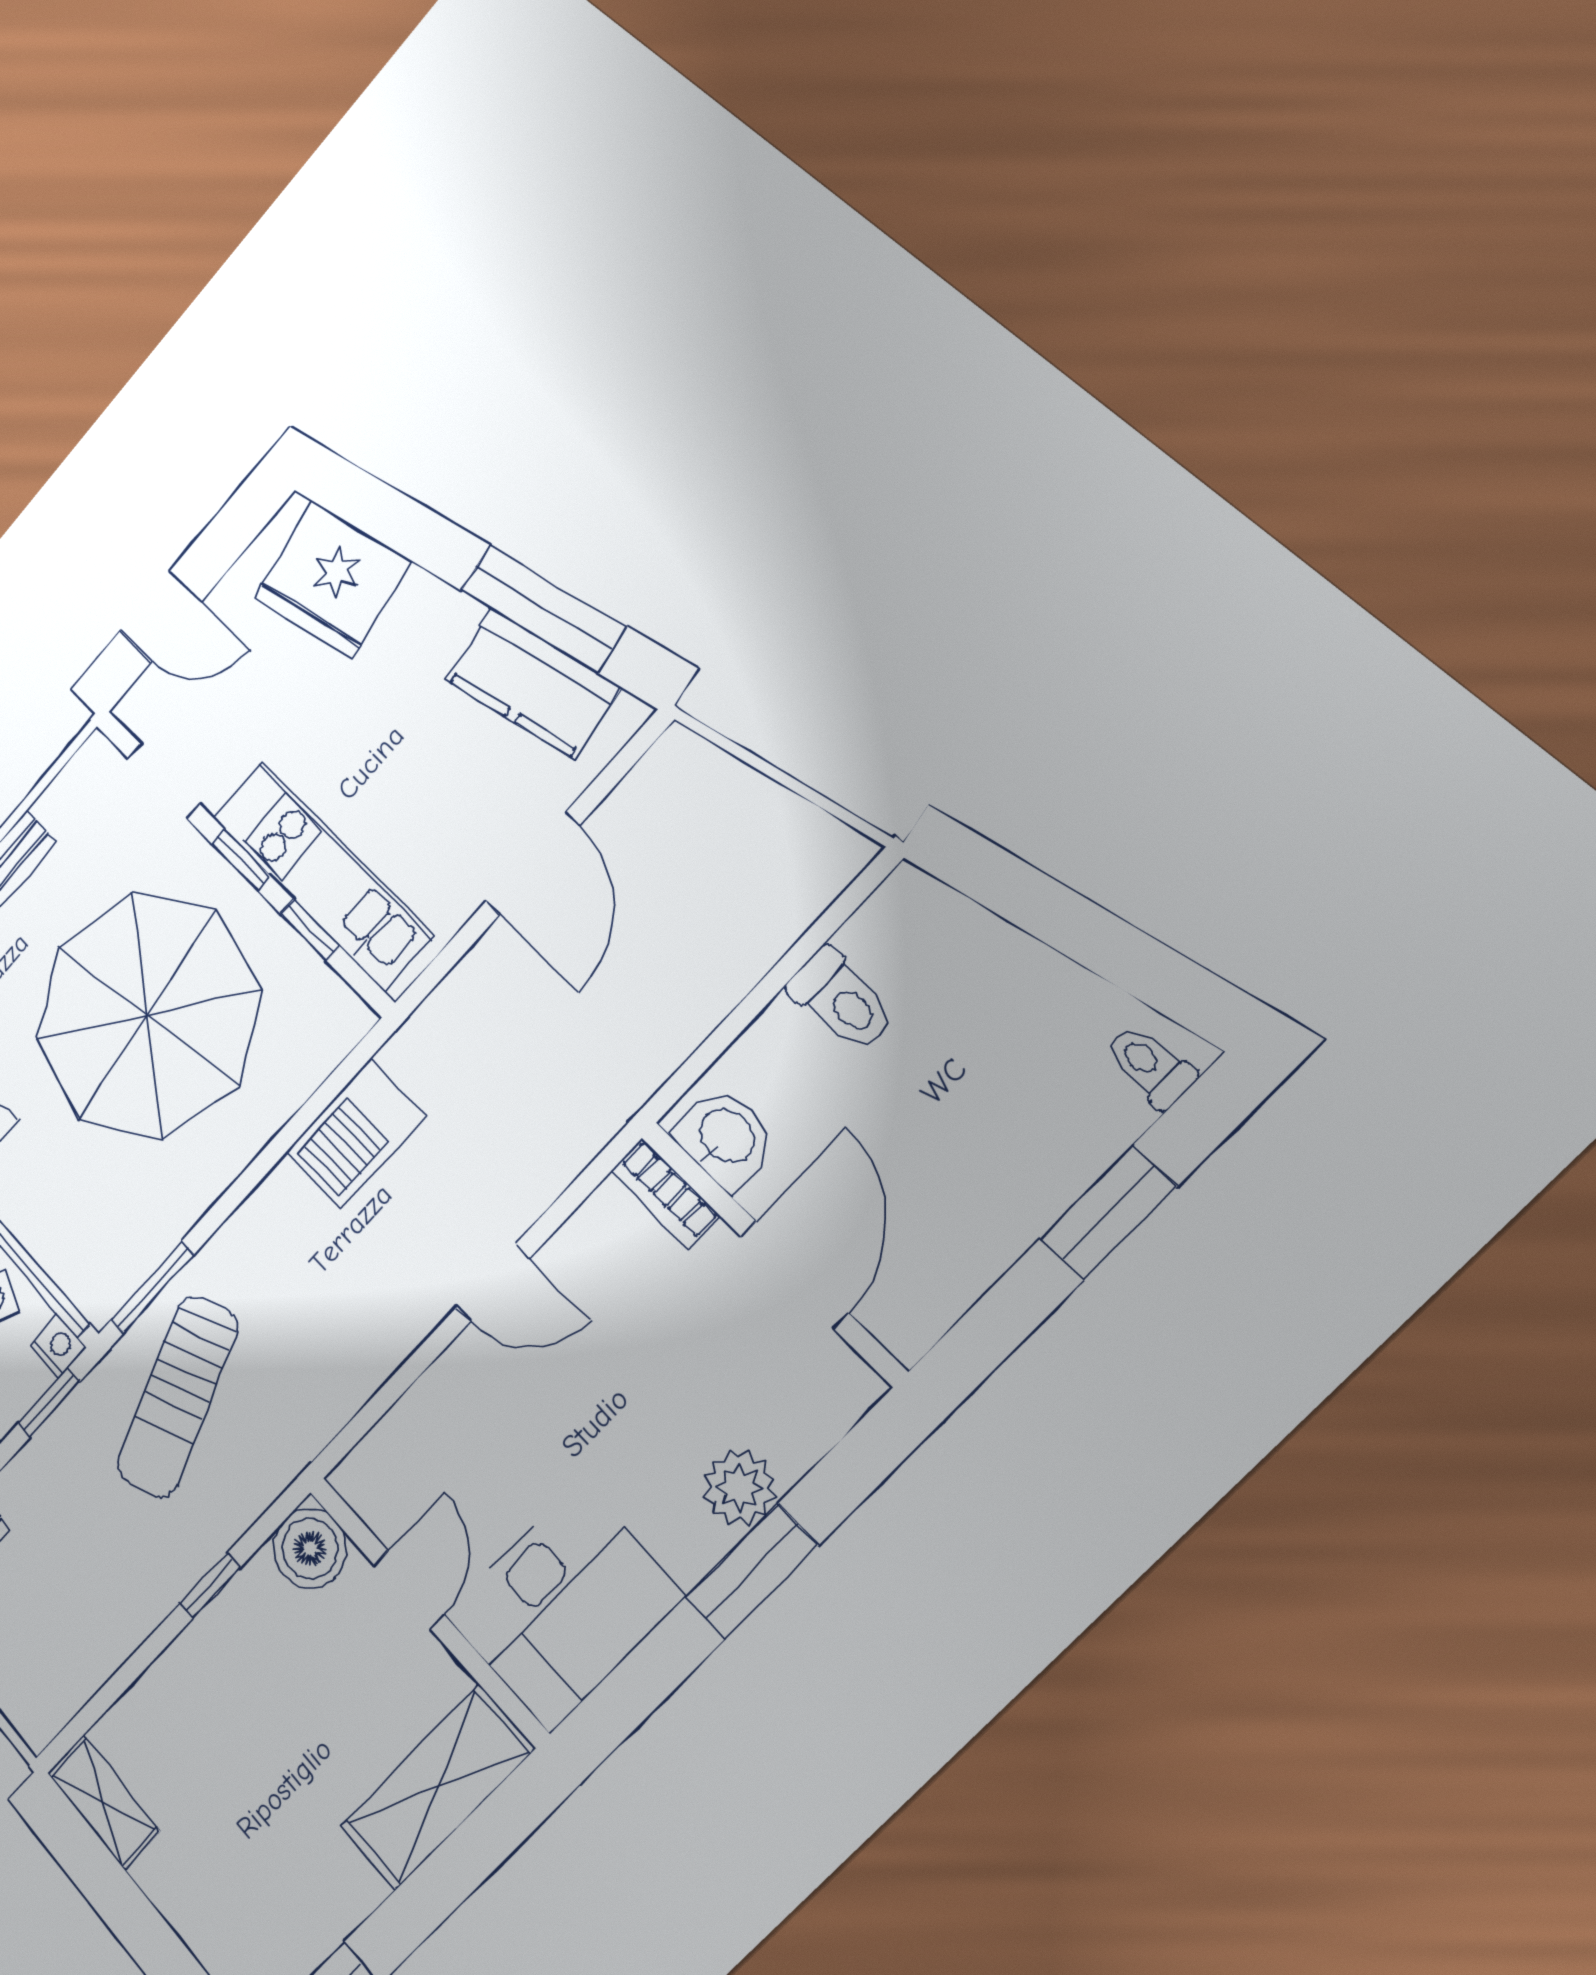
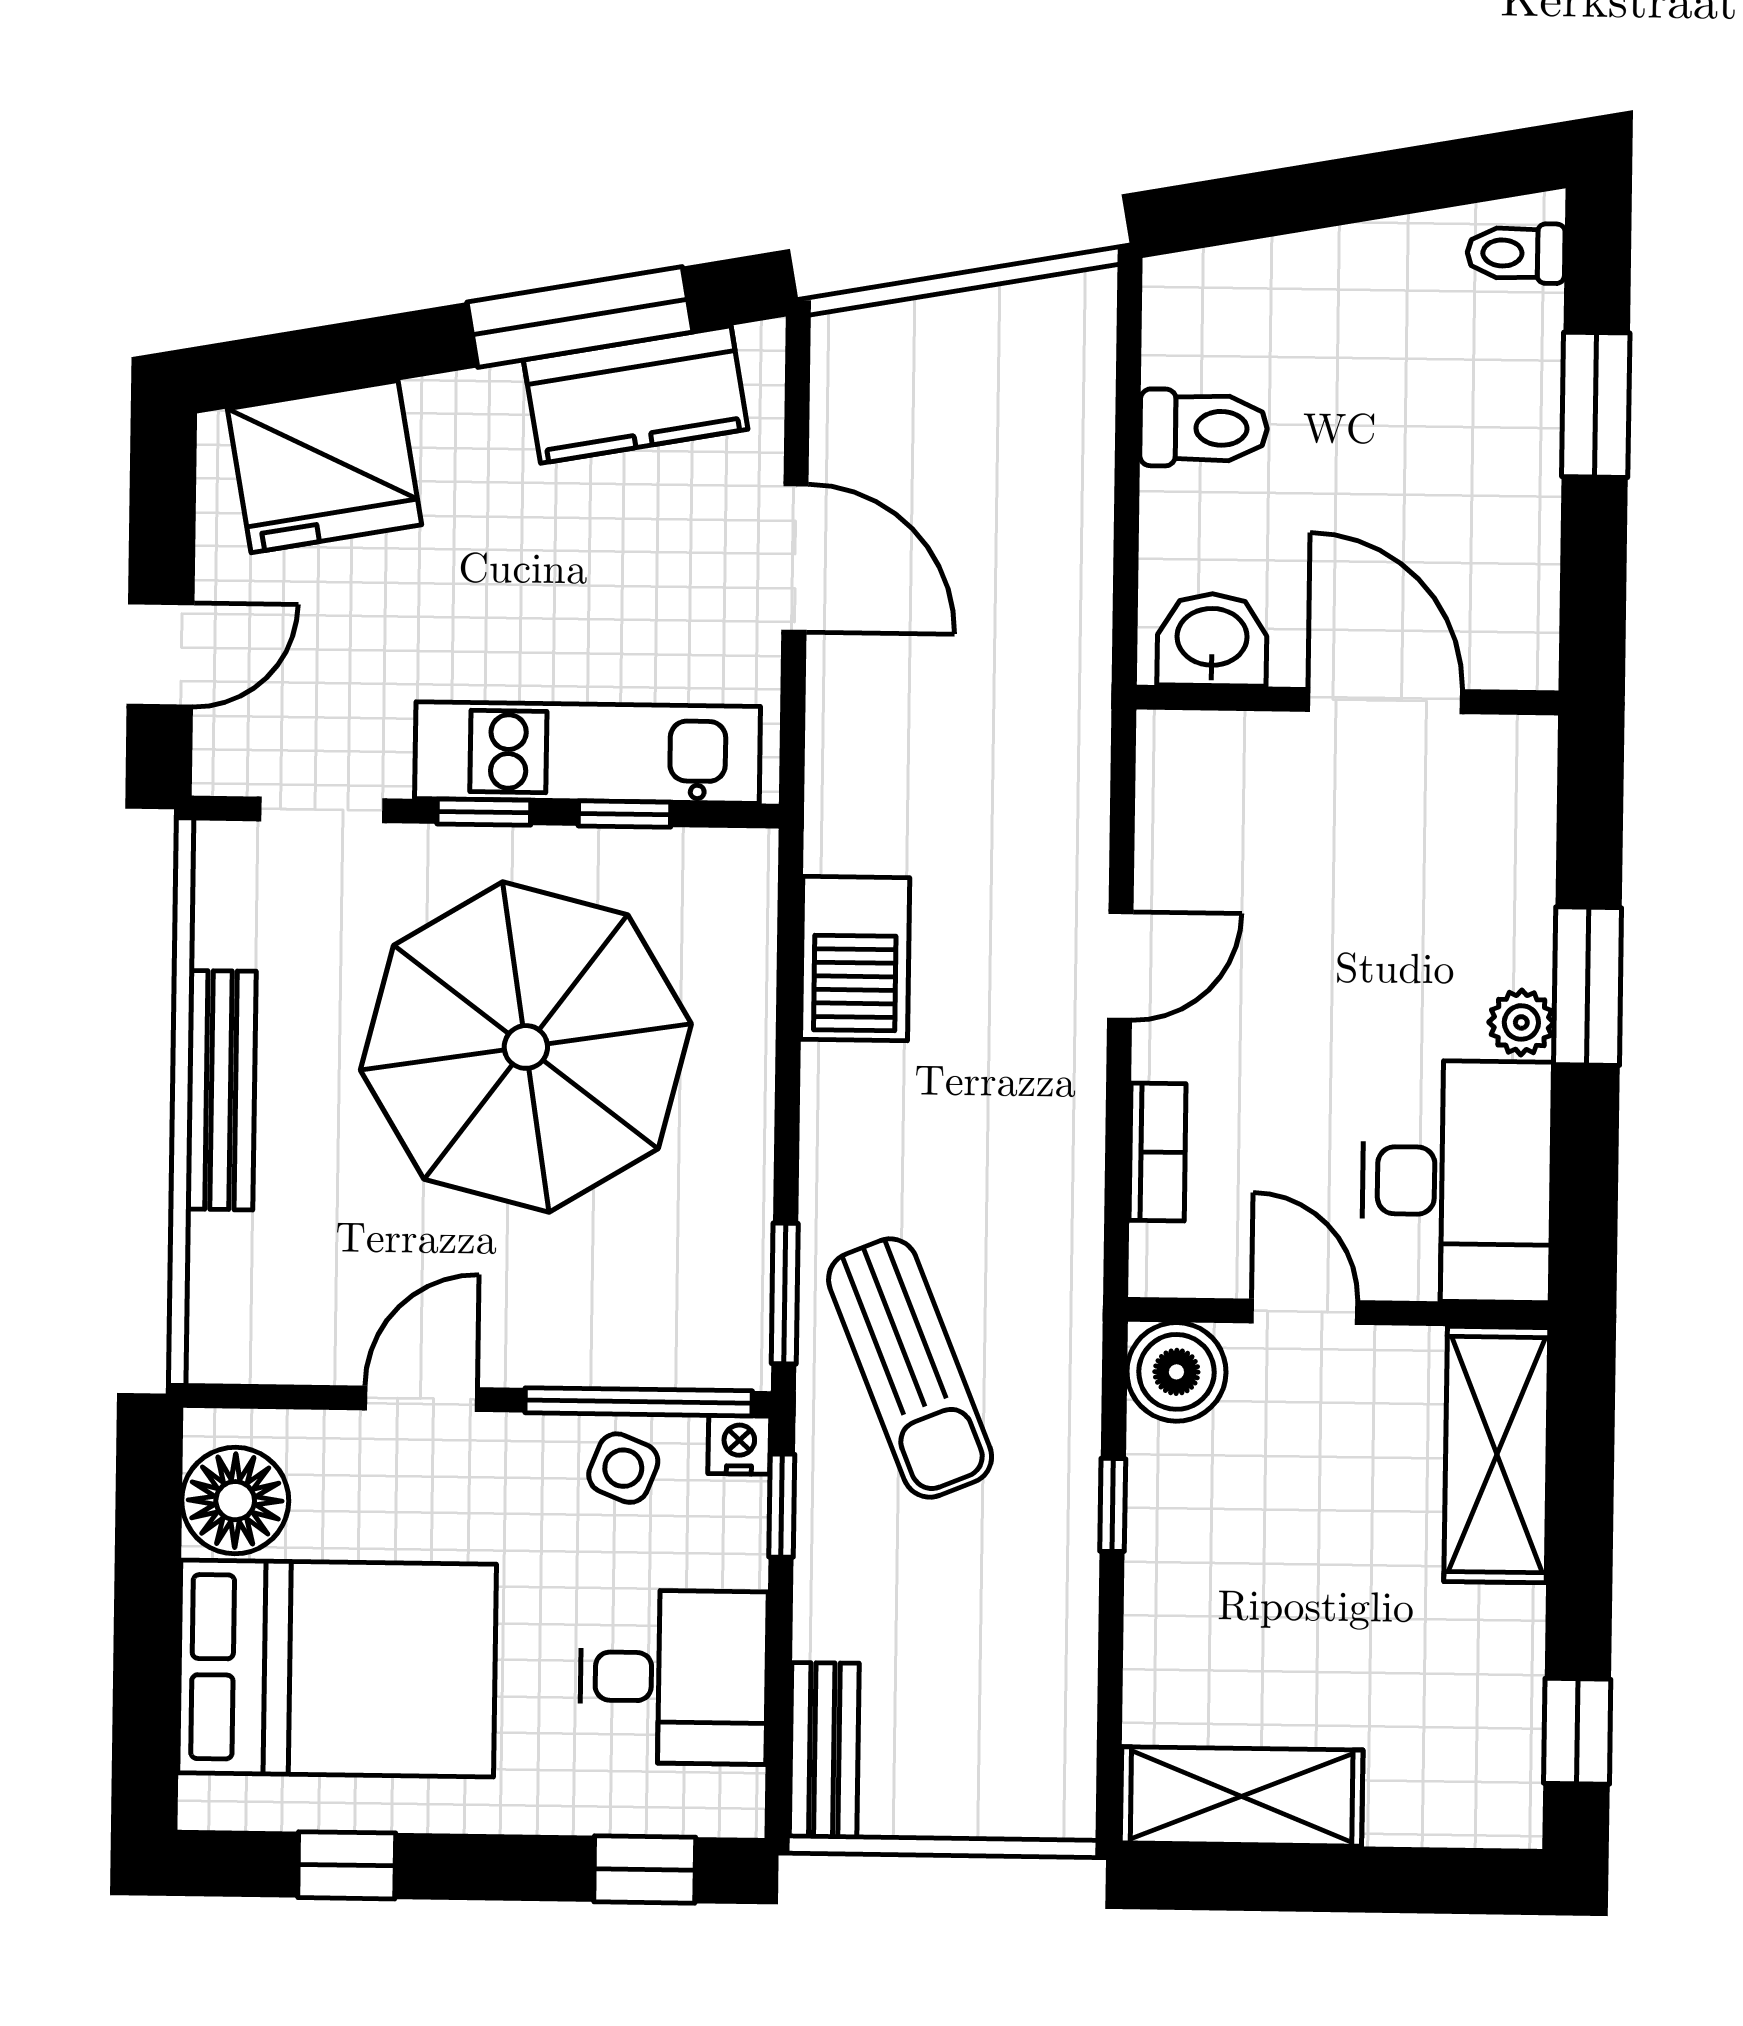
bookcase: (666, 1193) -> (1158, 1152), moved, turned -90
plant: (740, 1488) -> (1521, 1022), moved, width x0.73, depth x0.73
shelving: (103, 1802) -> (1242, 1796), width x1.50, depth x1.33

